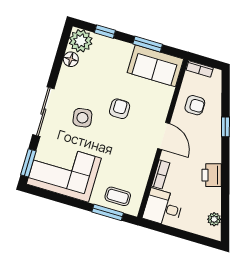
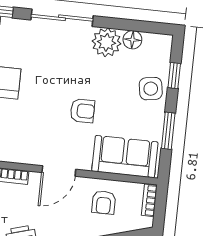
plant: (81, 41) -> (107, 42), moved
sofa: (155, 66) -> (125, 157), moved, turned 90
side table: (82, 118) -> (151, 89), moved

